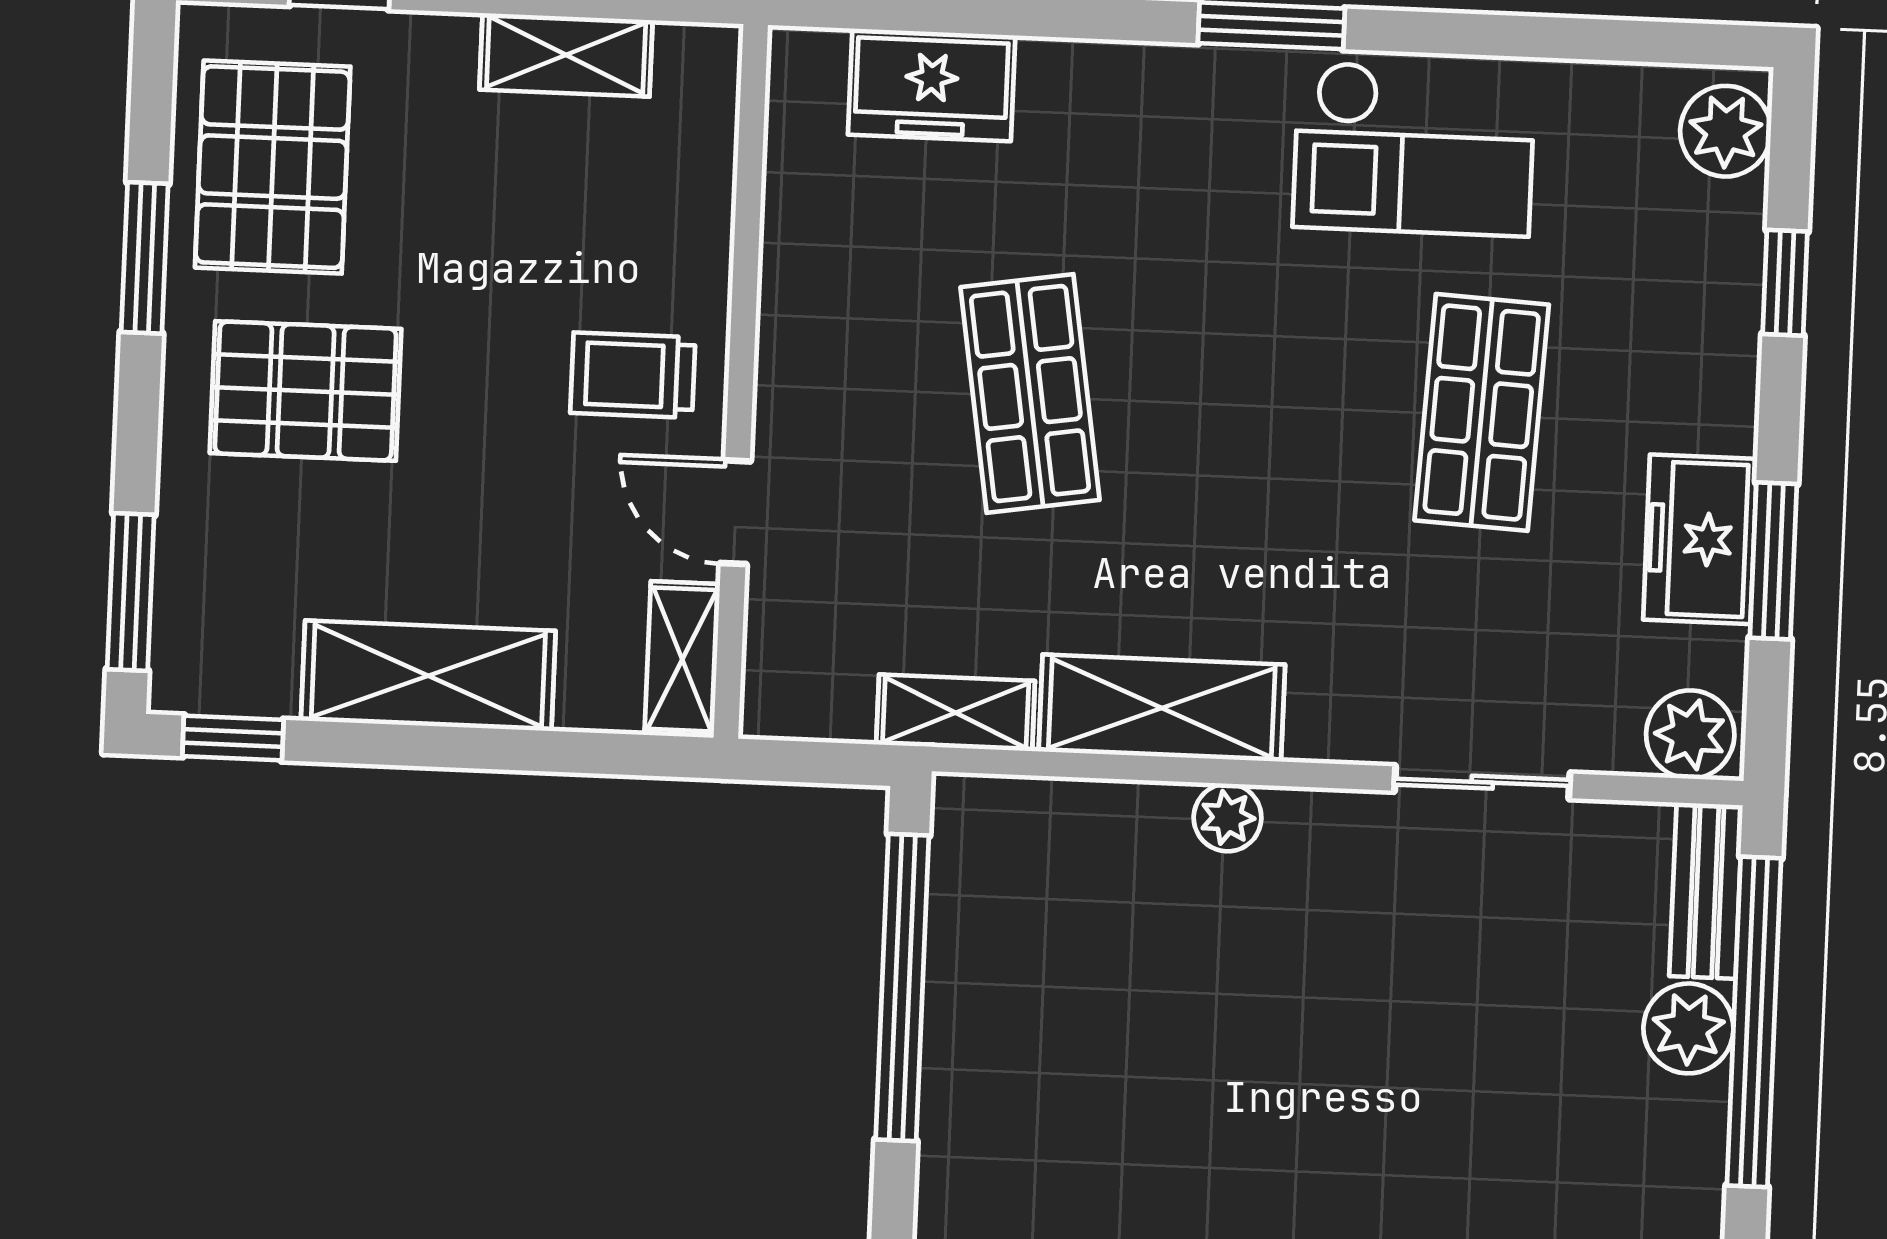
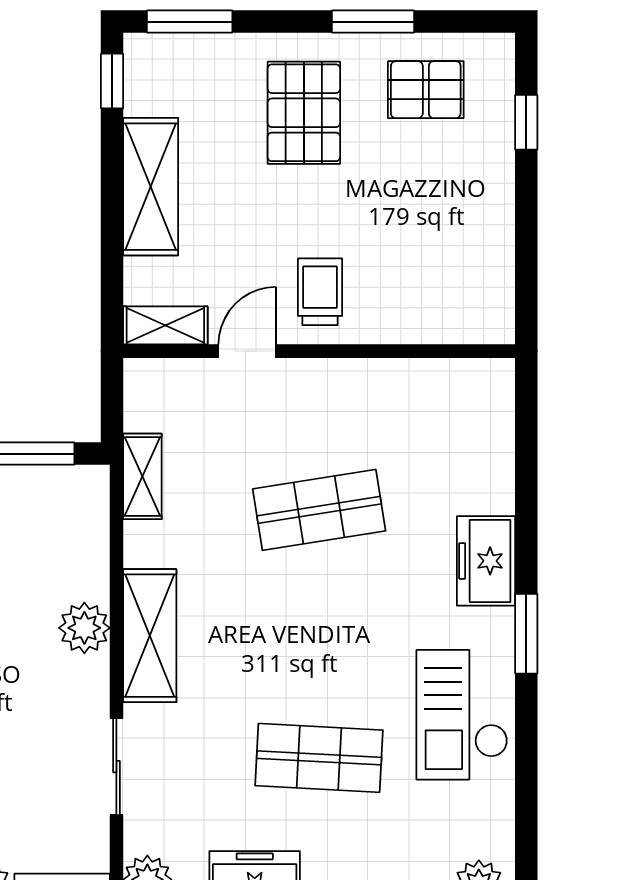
shelving: (566, 55) -> (494, 248), removed
freezer: (932, 85) -> (486, 561), moved
pallet: (273, 167) -> (426, 90), width x0.67, depth x0.71
shelving: (1162, 708) -> (150, 636), moved
plant: (1228, 818) -> (84, 628), width x1.38, depth x1.38

